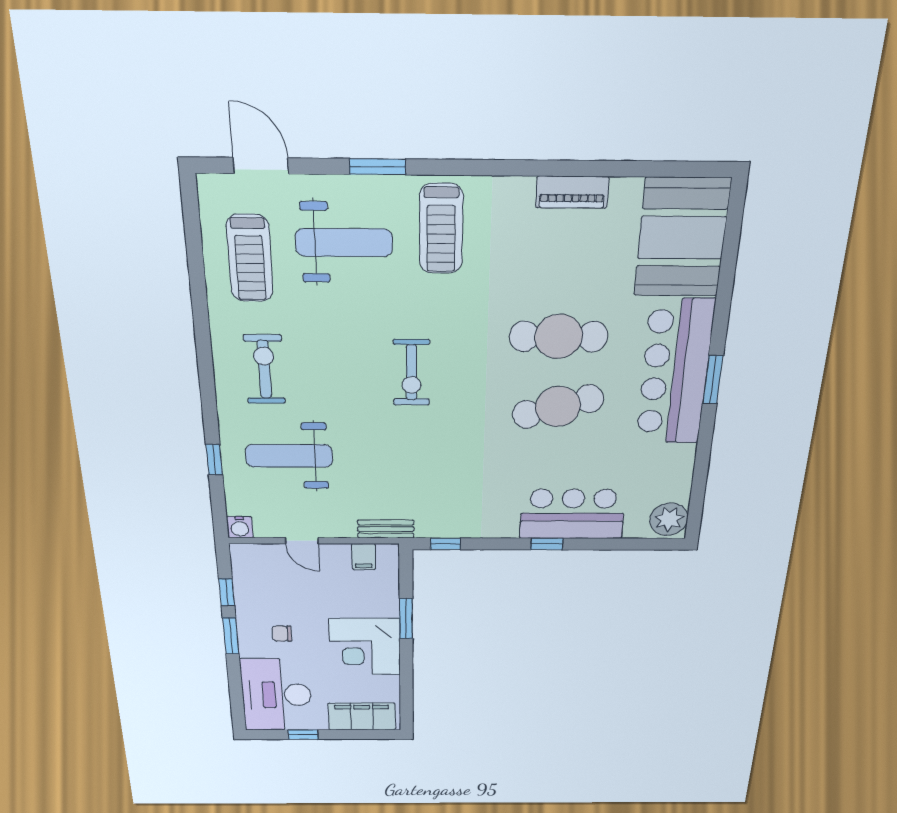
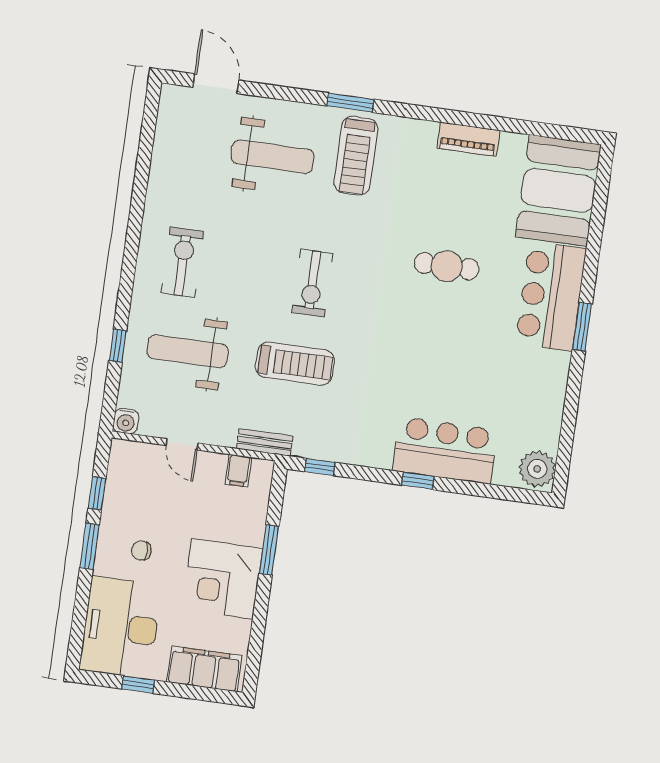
window: (378, 167) -> (350, 103), moved
treadmill: (250, 258) -> (295, 364), moved, turned -90
cafe table: (559, 336) -> (447, 266), width x0.73, depth x0.74
bar counter: (675, 372) -> (551, 296), width x0.73
cafe table: (558, 407) -> (441, 334), removed

